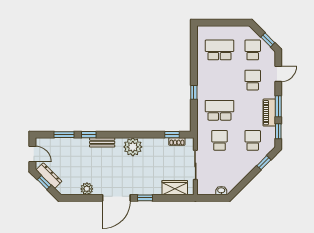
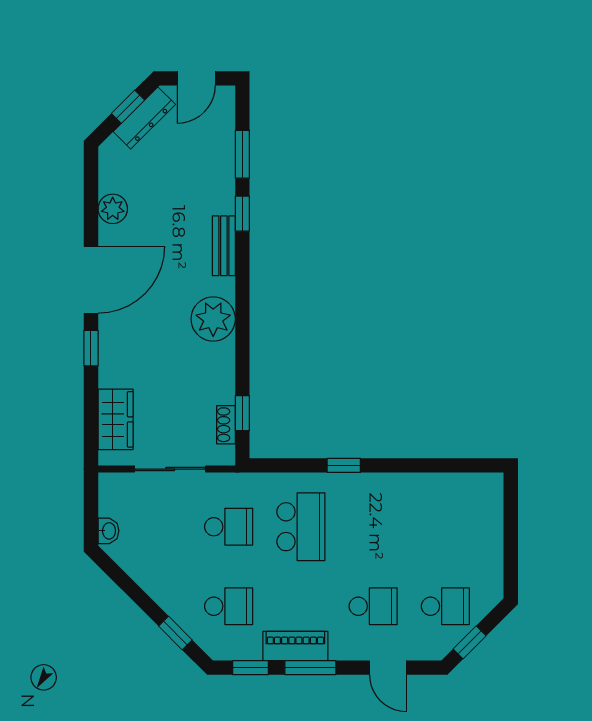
school desk: (219, 50) -> (445, 527), removed
door: (116, 198) -> (91, 280), swing flipped

